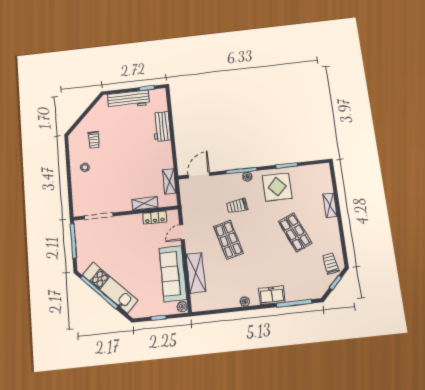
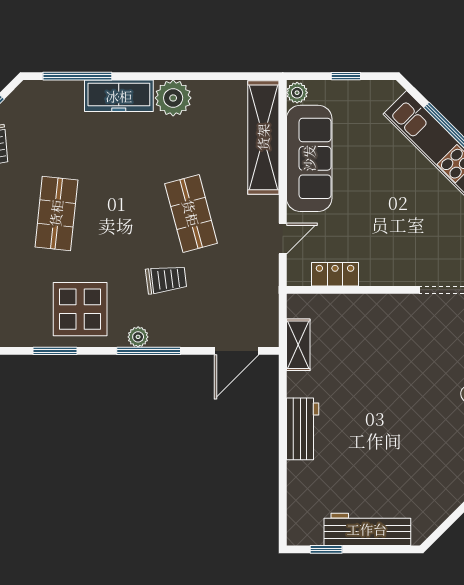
workbench: (162, 126) -> (303, 429), moved
trolley: (94, 140) -> (447, 450), removed
shelving: (145, 203) -> (352, 305), removed
shop shelf: (295, 232) -> (56, 213), turned 30
shelving: (196, 273) -> (263, 137), width x1.47
freezer: (272, 295) -> (119, 96), width x1.40
plant: (245, 301) -> (173, 98), width x1.87, depth x1.87

